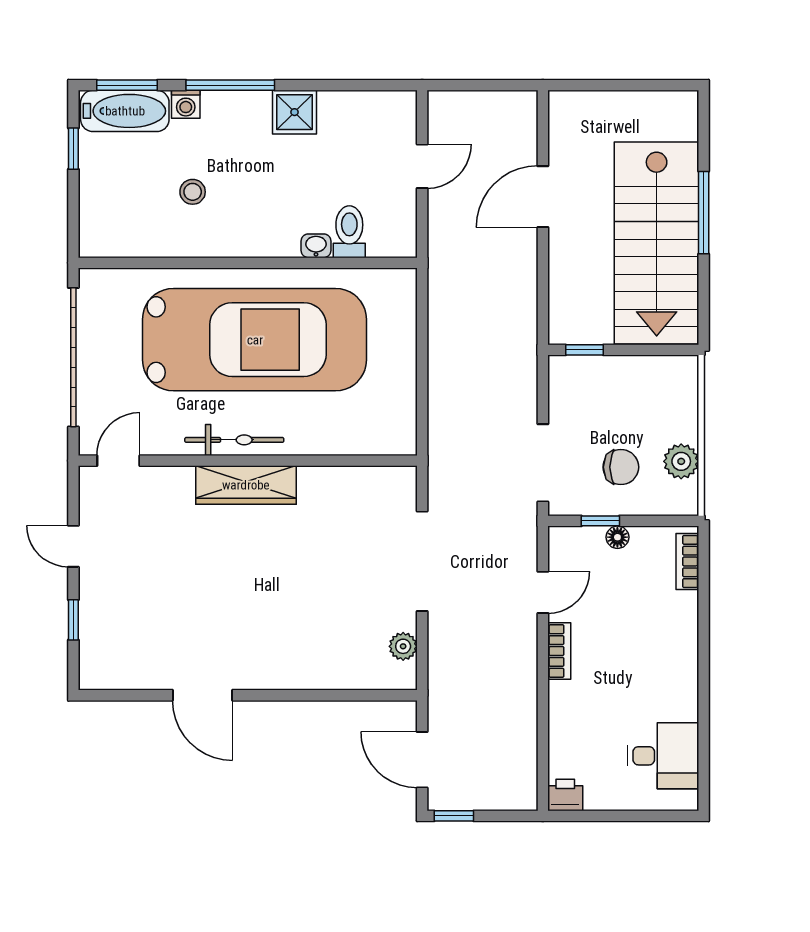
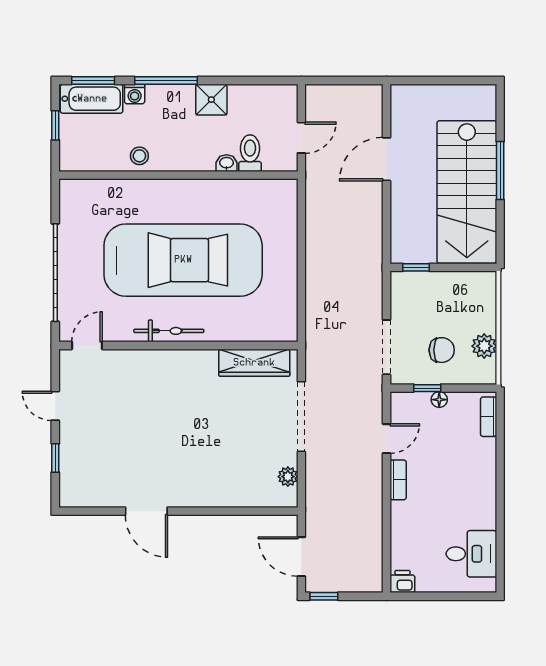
toilet: (349, 232) -> (250, 153), moved
washbasin: (316, 246) -> (226, 163), moved
wall: (248, 263) -> (178, 175), moved
wardrobe: (246, 485) -> (254, 363), moved

